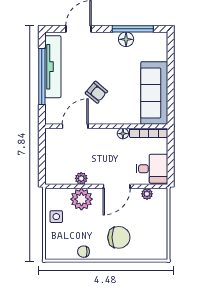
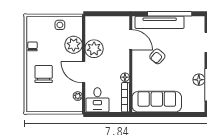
tv unit: (53, 67) -> (160, 22), moved
plant: (81, 178) -> (94, 49), width x1.88, depth x1.88
chair: (119, 237) -> (44, 74), turned 180

